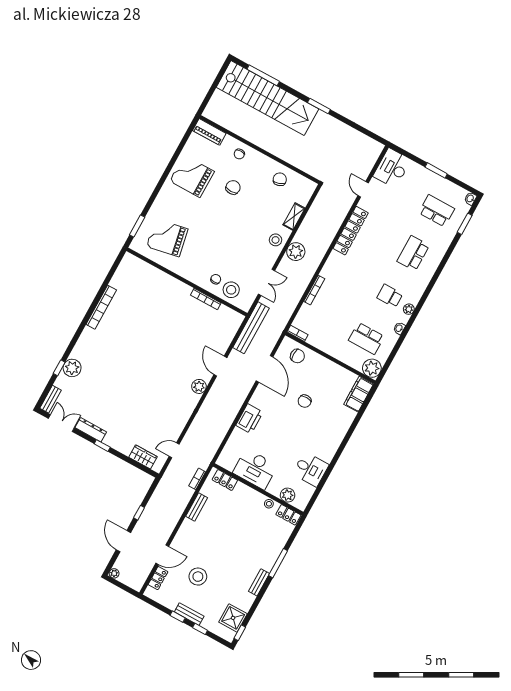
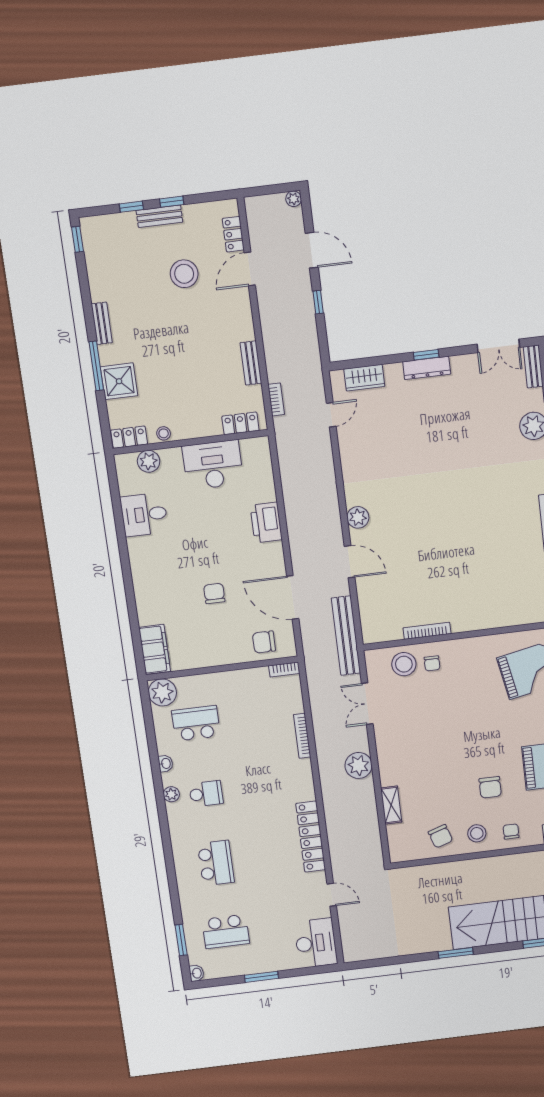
stool: (276, 240) -> (477, 833), moved
dresser: (91, 430) -> (427, 368), moved
shower: (233, 618) -> (119, 381), moved

